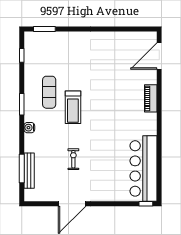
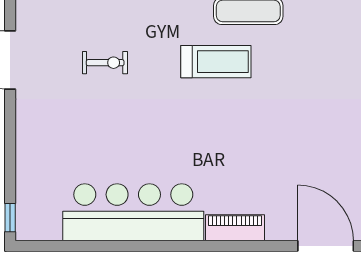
treadmill: (73, 107) -> (216, 62), turned 180
bar counter: (143, 168) -> (133, 212), moved

